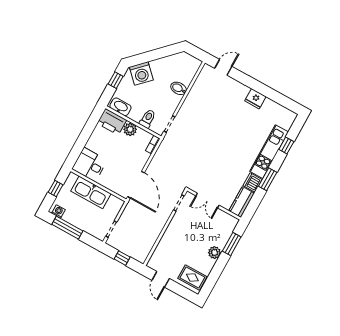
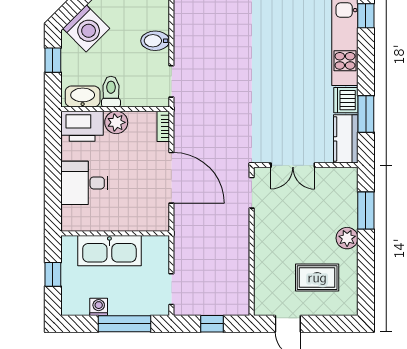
bidet: (179, 88) -> (155, 41), moved
toilet: (148, 119) -> (111, 92), moved
desk: (90, 165) -> (84, 183), moved
window: (268, 179) -> (366, 114), moved
door: (136, 185) -> (171, 178), moved
washing machine: (58, 212) -> (99, 307), moved
window: (67, 228) -> (125, 324), moved
rug: (192, 278) -> (317, 278), moved

